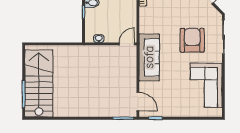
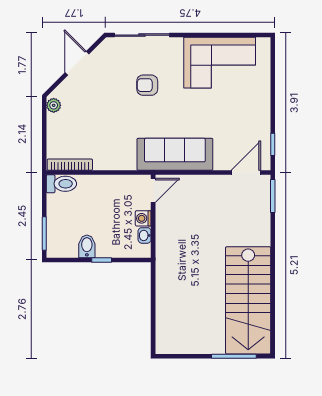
washing machine: (109, 38) -> (143, 218), added
armchair: (192, 40) -> (147, 85), width x0.53, depth x0.53
door: (127, 44) -> (153, 190), swing flipped
stairs: (39, 83) -> (248, 300), moved, turned -90

